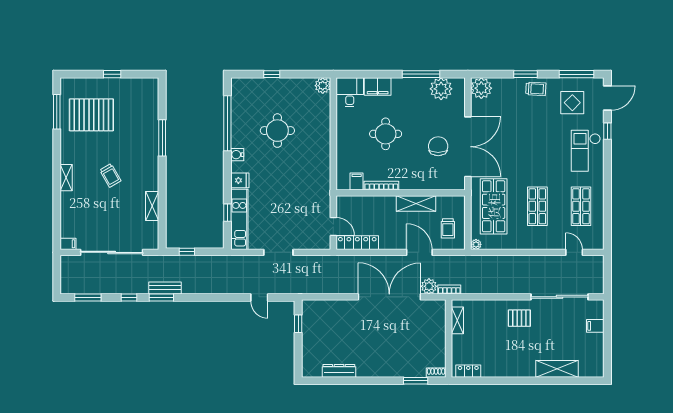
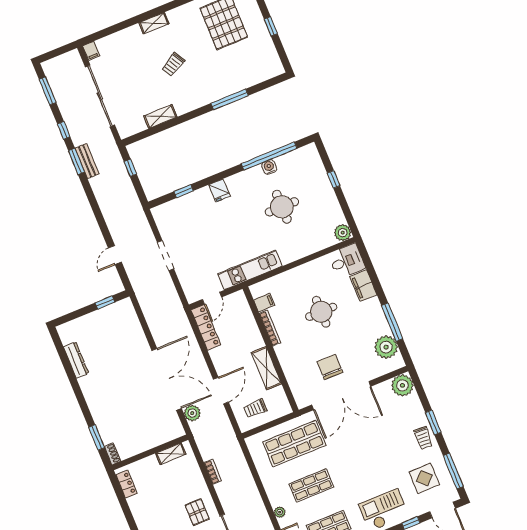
chair: (438, 146) -> (330, 367), turned -90
water cooler: (237, 155) -> (269, 167), moved
kitchen unit: (239, 219) -> (250, 270), moved, turned 180
plant: (476, 244) -> (280, 512), moved
bookcase: (449, 289) -> (213, 472), moved

